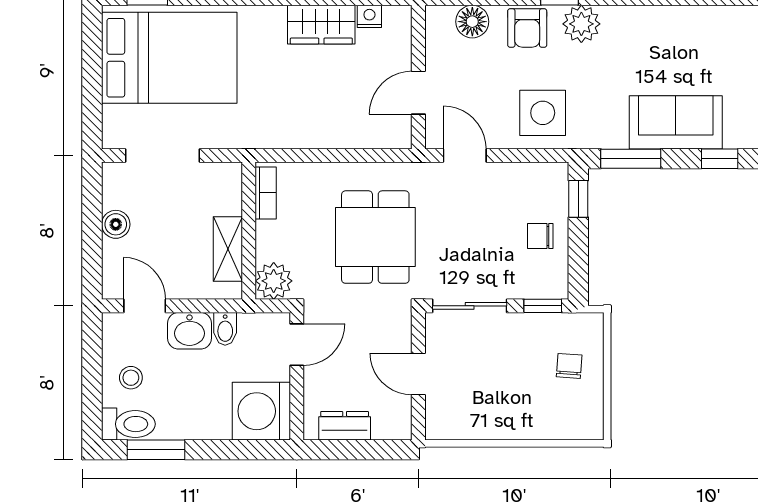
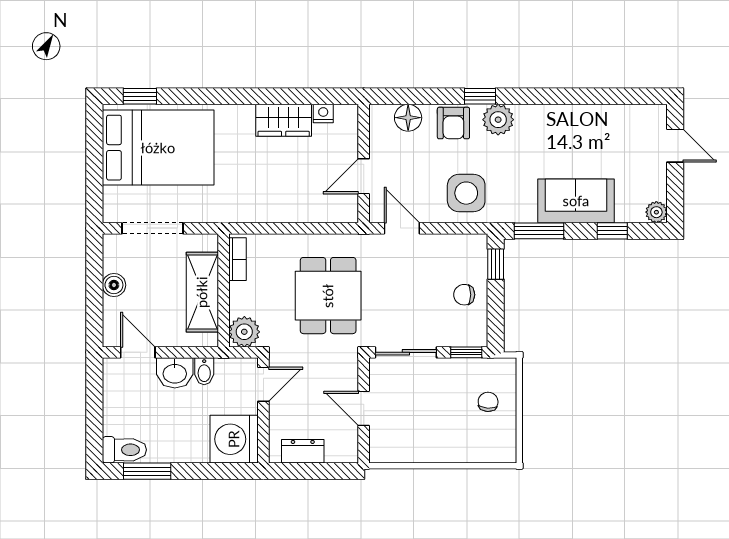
shelving: (228, 249) -> (202, 292), width x1.50, depth x1.33
stool: (131, 378) -> (126, 412), removed

